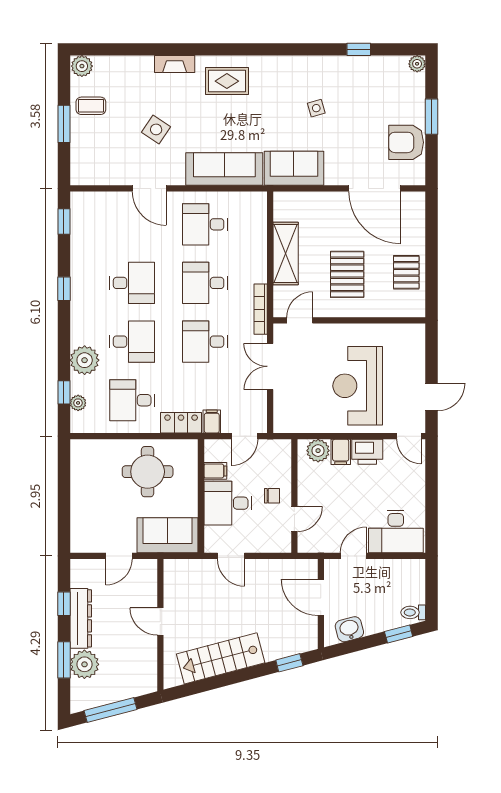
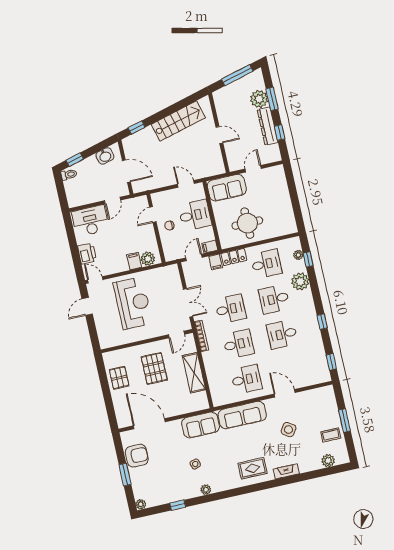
plant: (309, 64) -> (206, 490), added
plant: (82, 66) -> (328, 461), moved
printer: (367, 452) -> (87, 254), moved, turned 90
filing cabinet: (215, 471) -> (210, 247), moved

